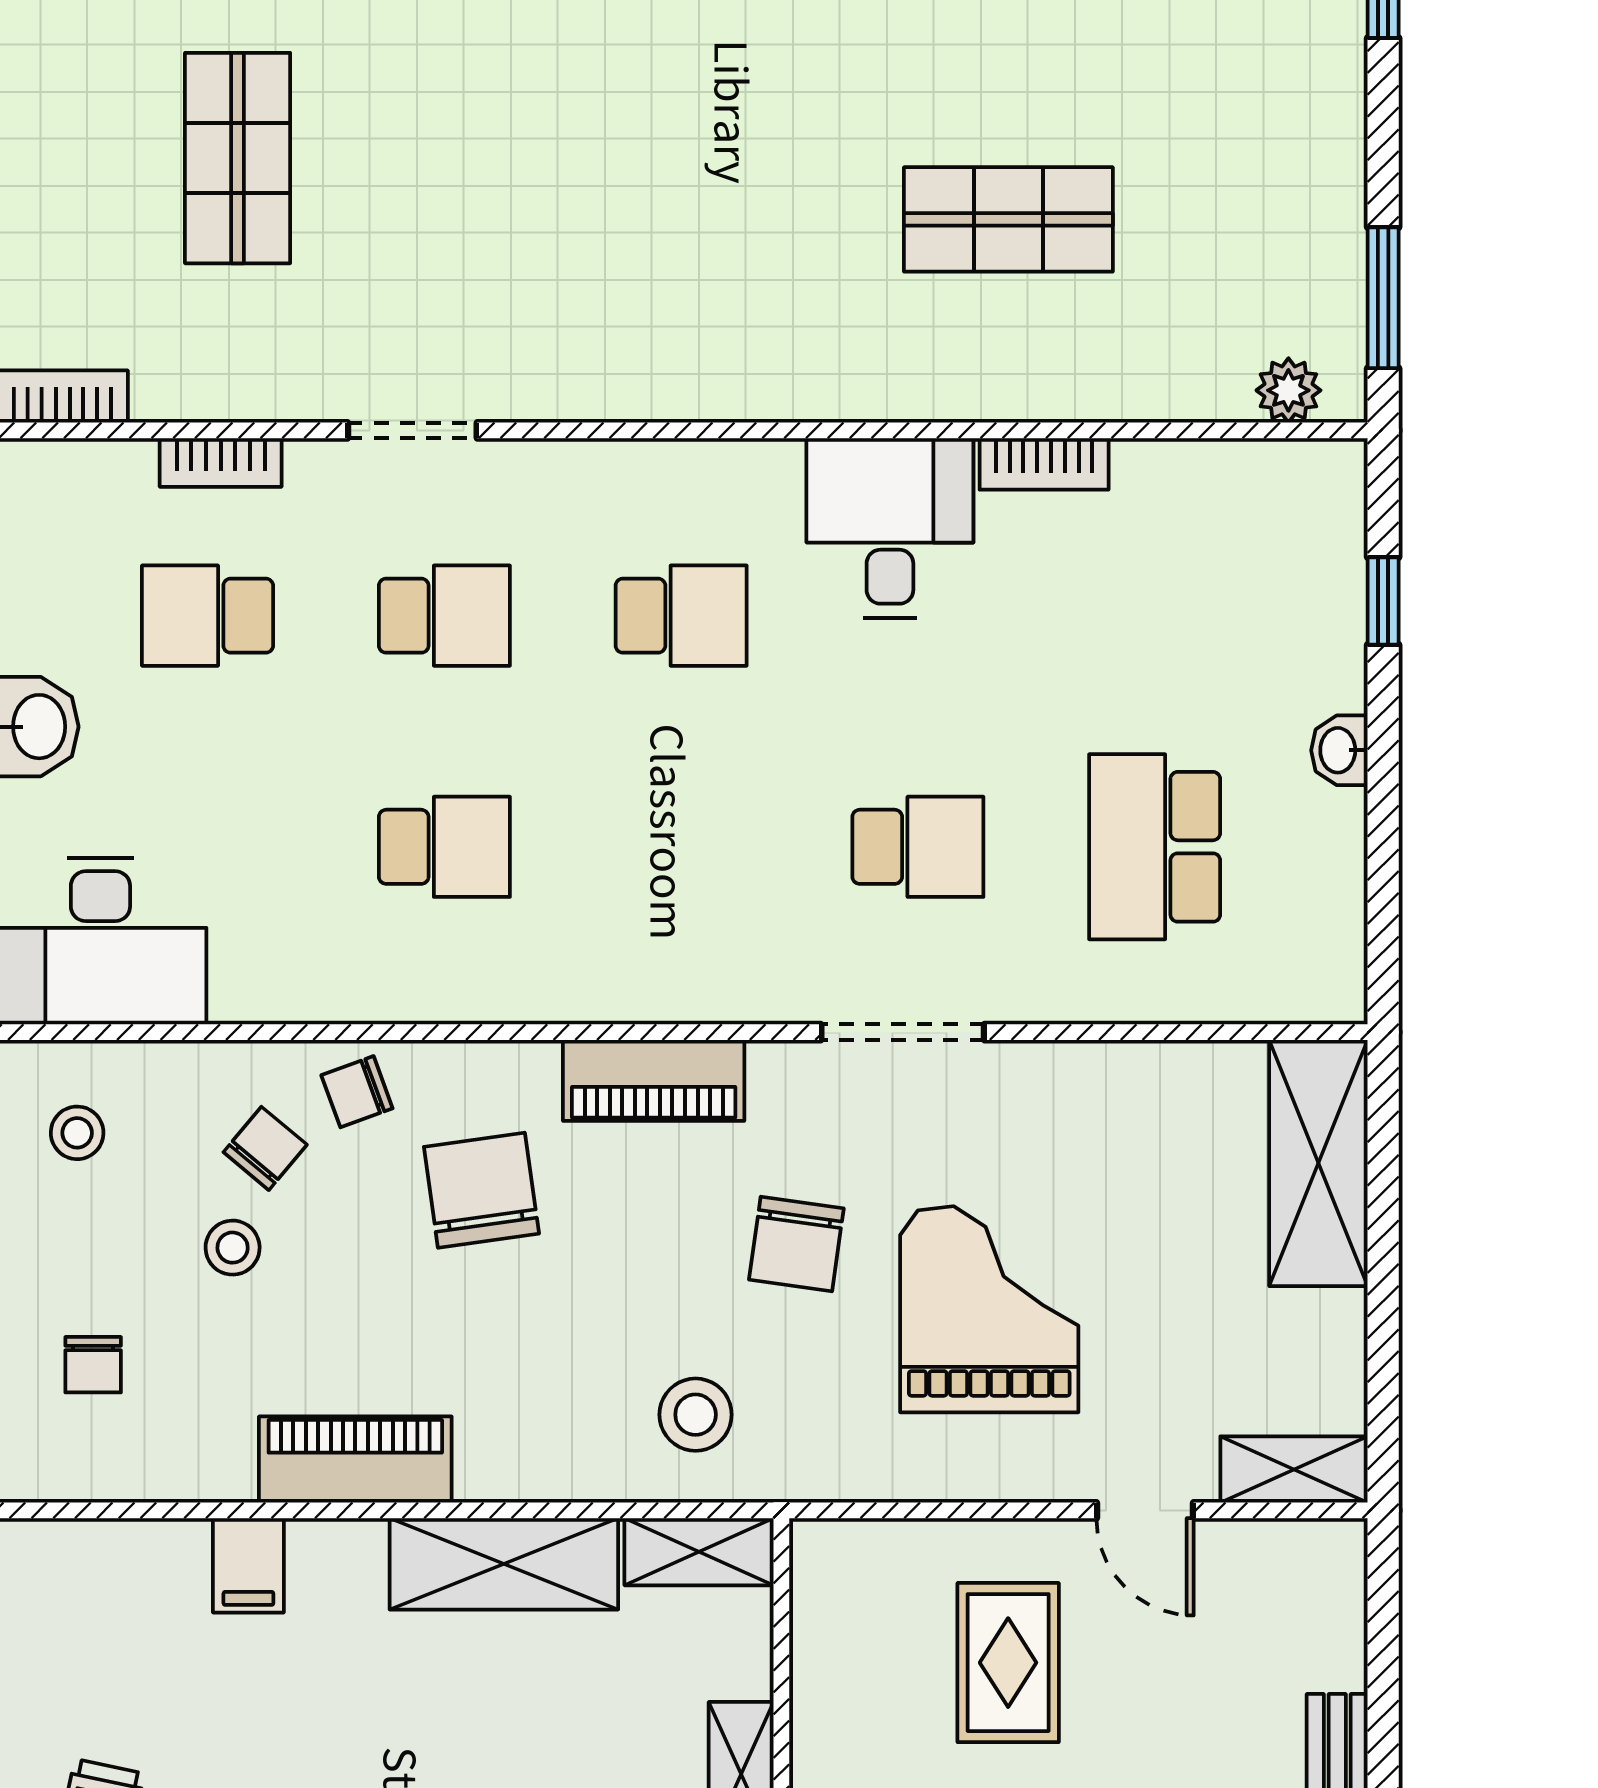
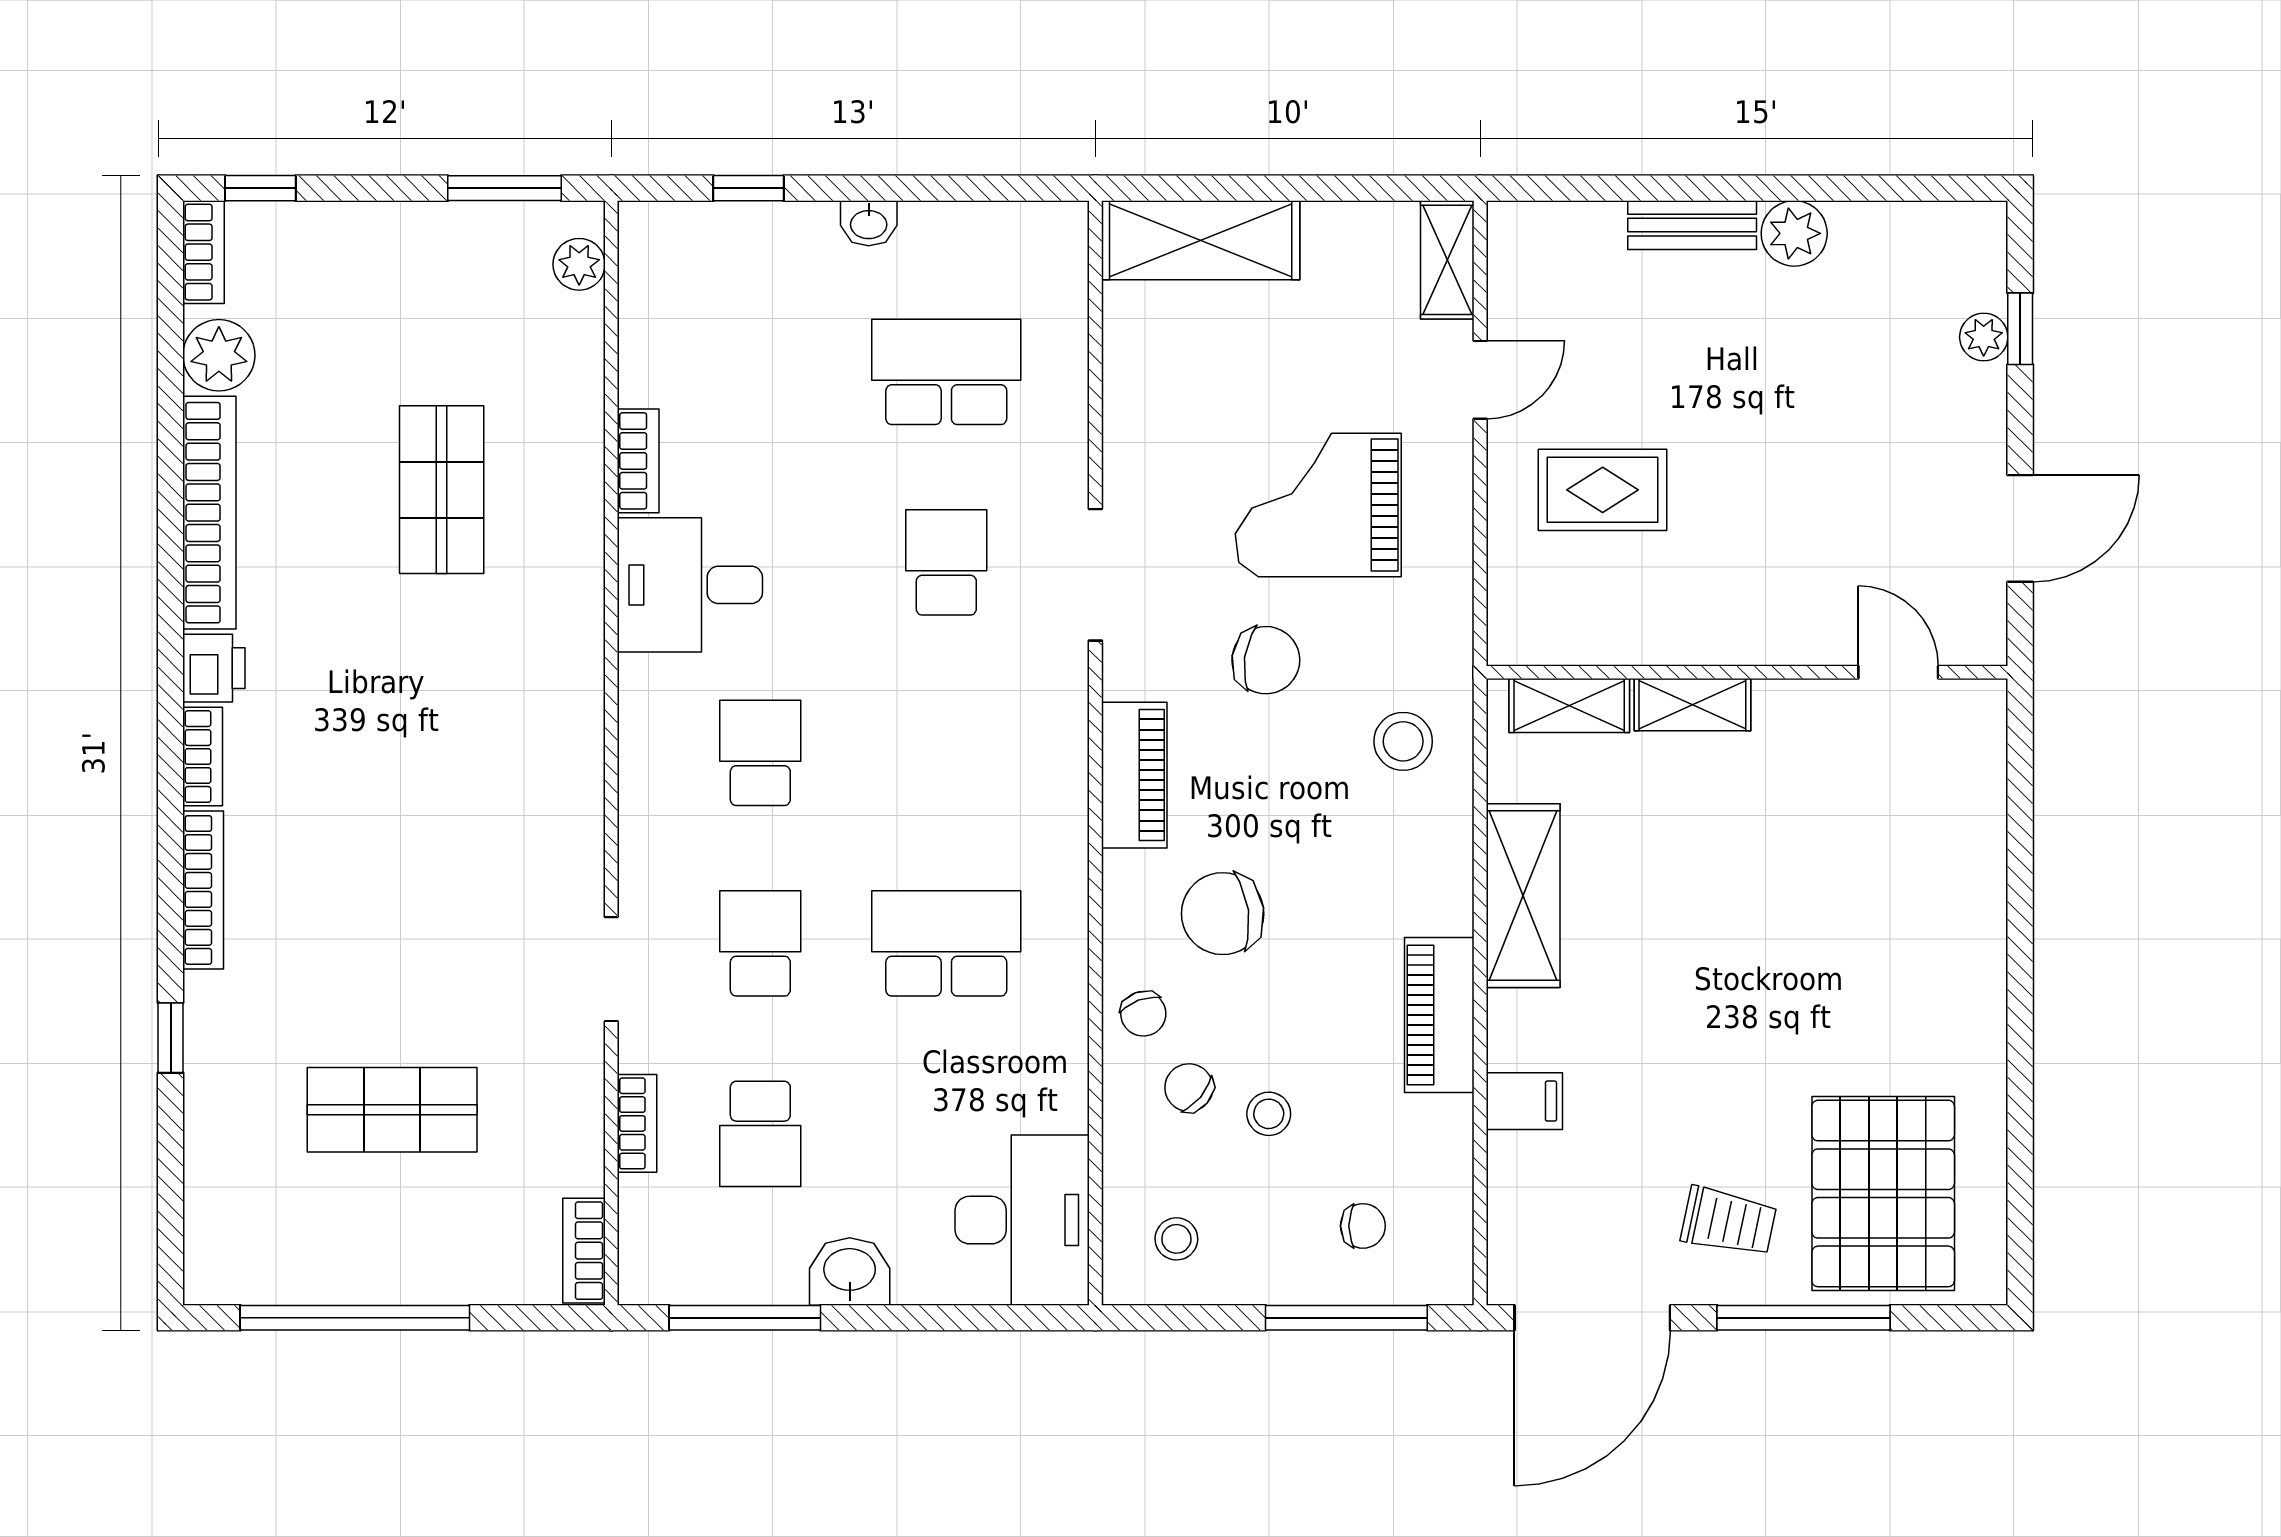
school desk: (444, 847) -> (946, 943), width x1.85
school desk: (1155, 847) -> (946, 372), turned 180
shelving: (699, 1552) -> (1569, 705), moved, turned 90

